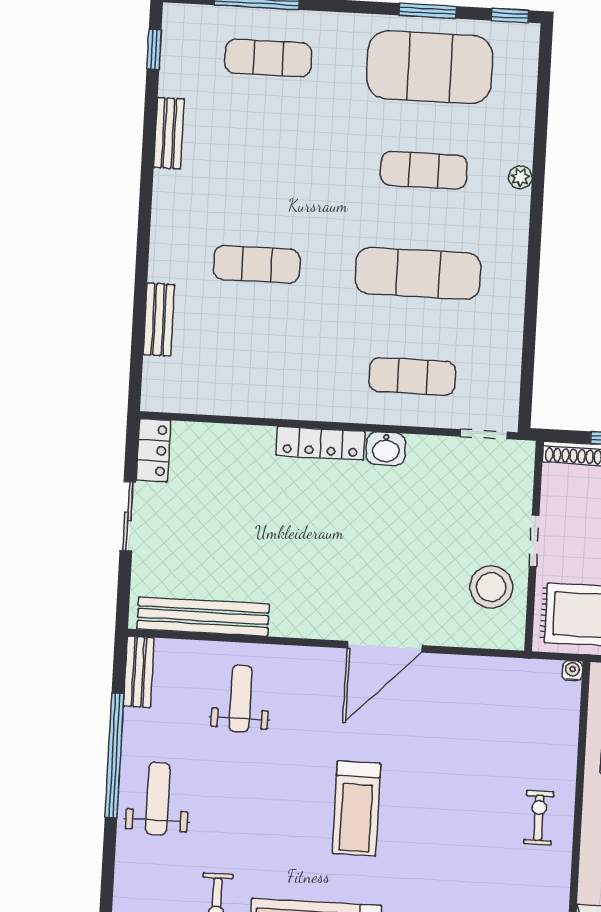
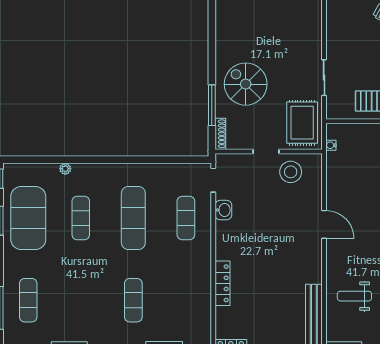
plant: (520, 177) -> (65, 169), moved
locker: (320, 443) -> (222, 283), moved
washbasin: (386, 449) -> (223, 210), moved
door: (384, 647) -> (324, 224), width x0.73
water cooler: (572, 671) -> (331, 145), moved

